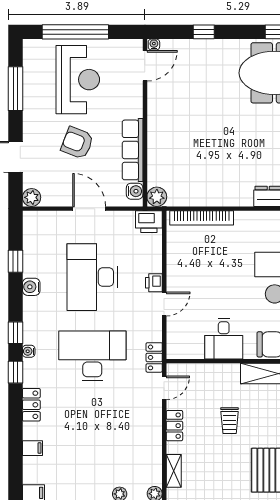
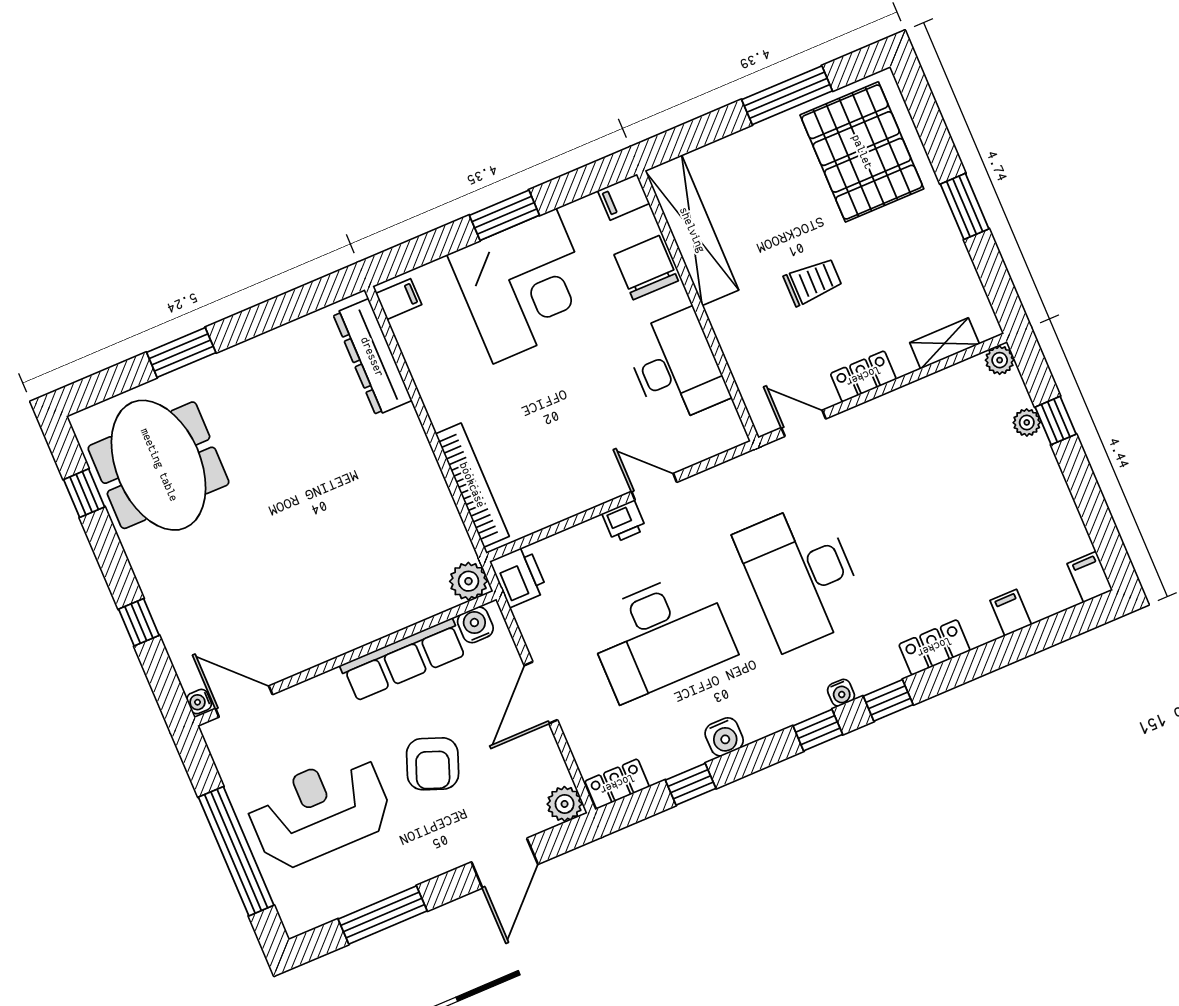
desk: (224, 339) -> (676, 367), width x1.37
locker: (154, 357) -> (617, 784), moved, turned 180

